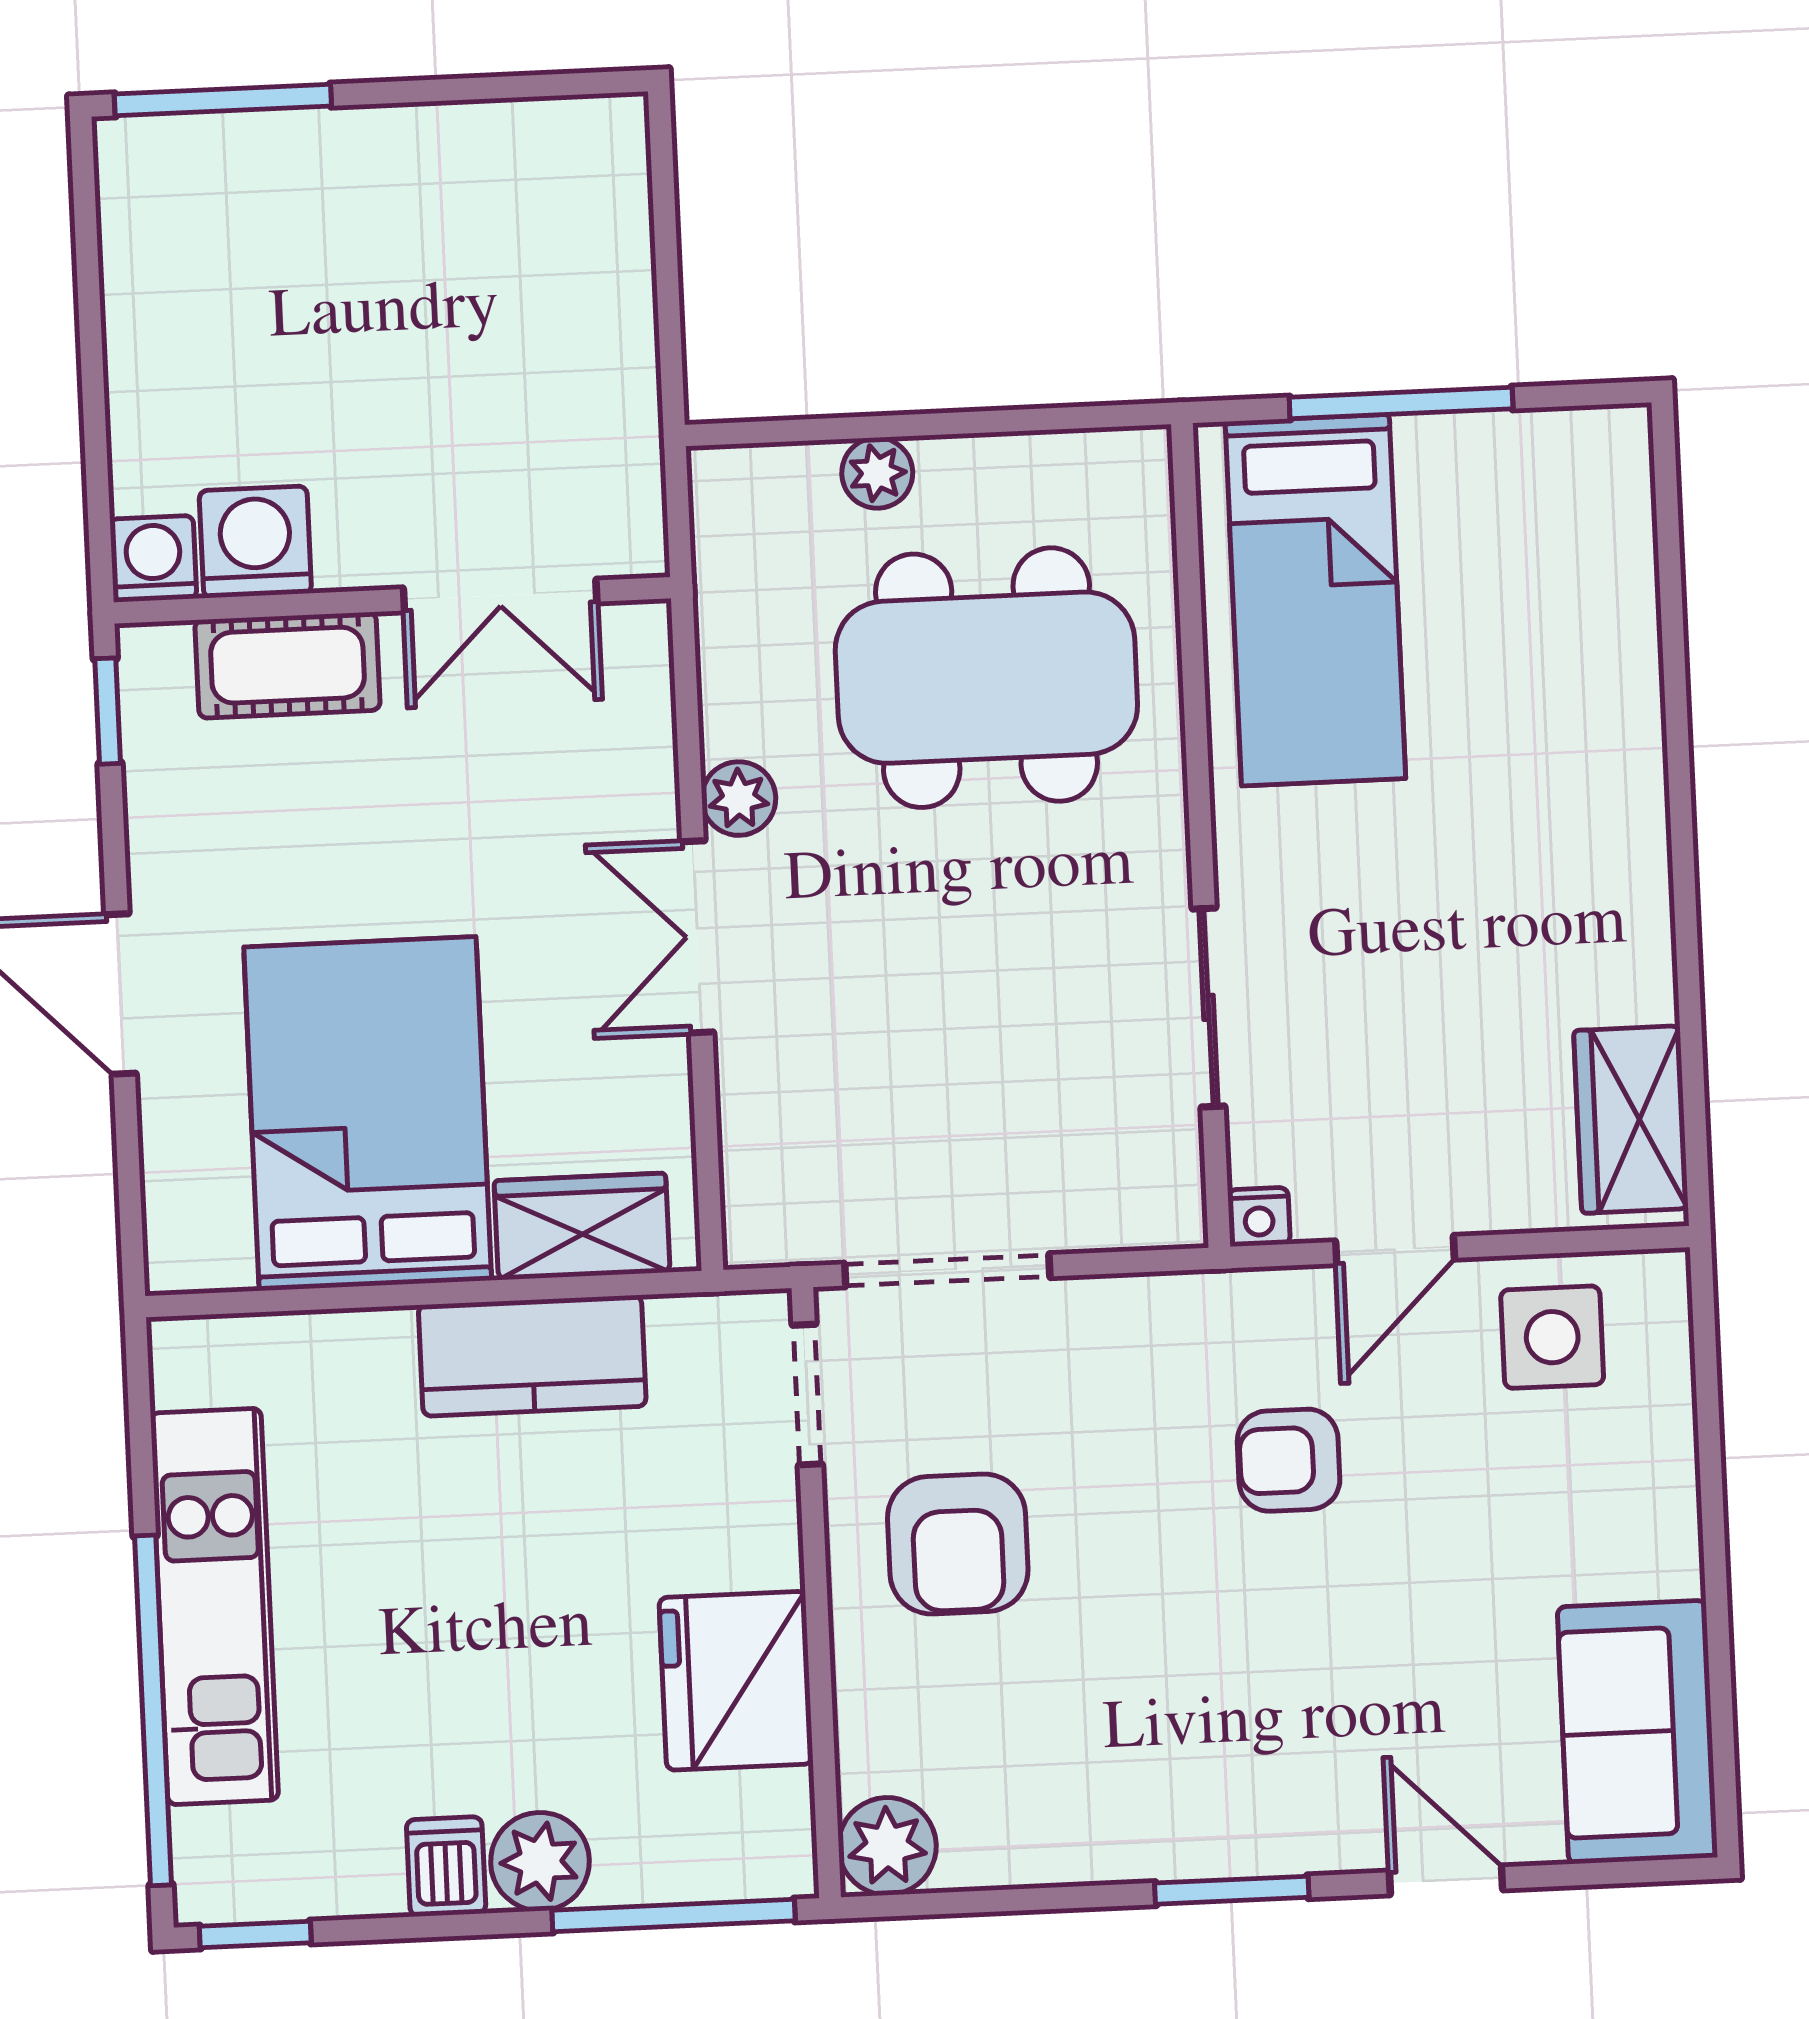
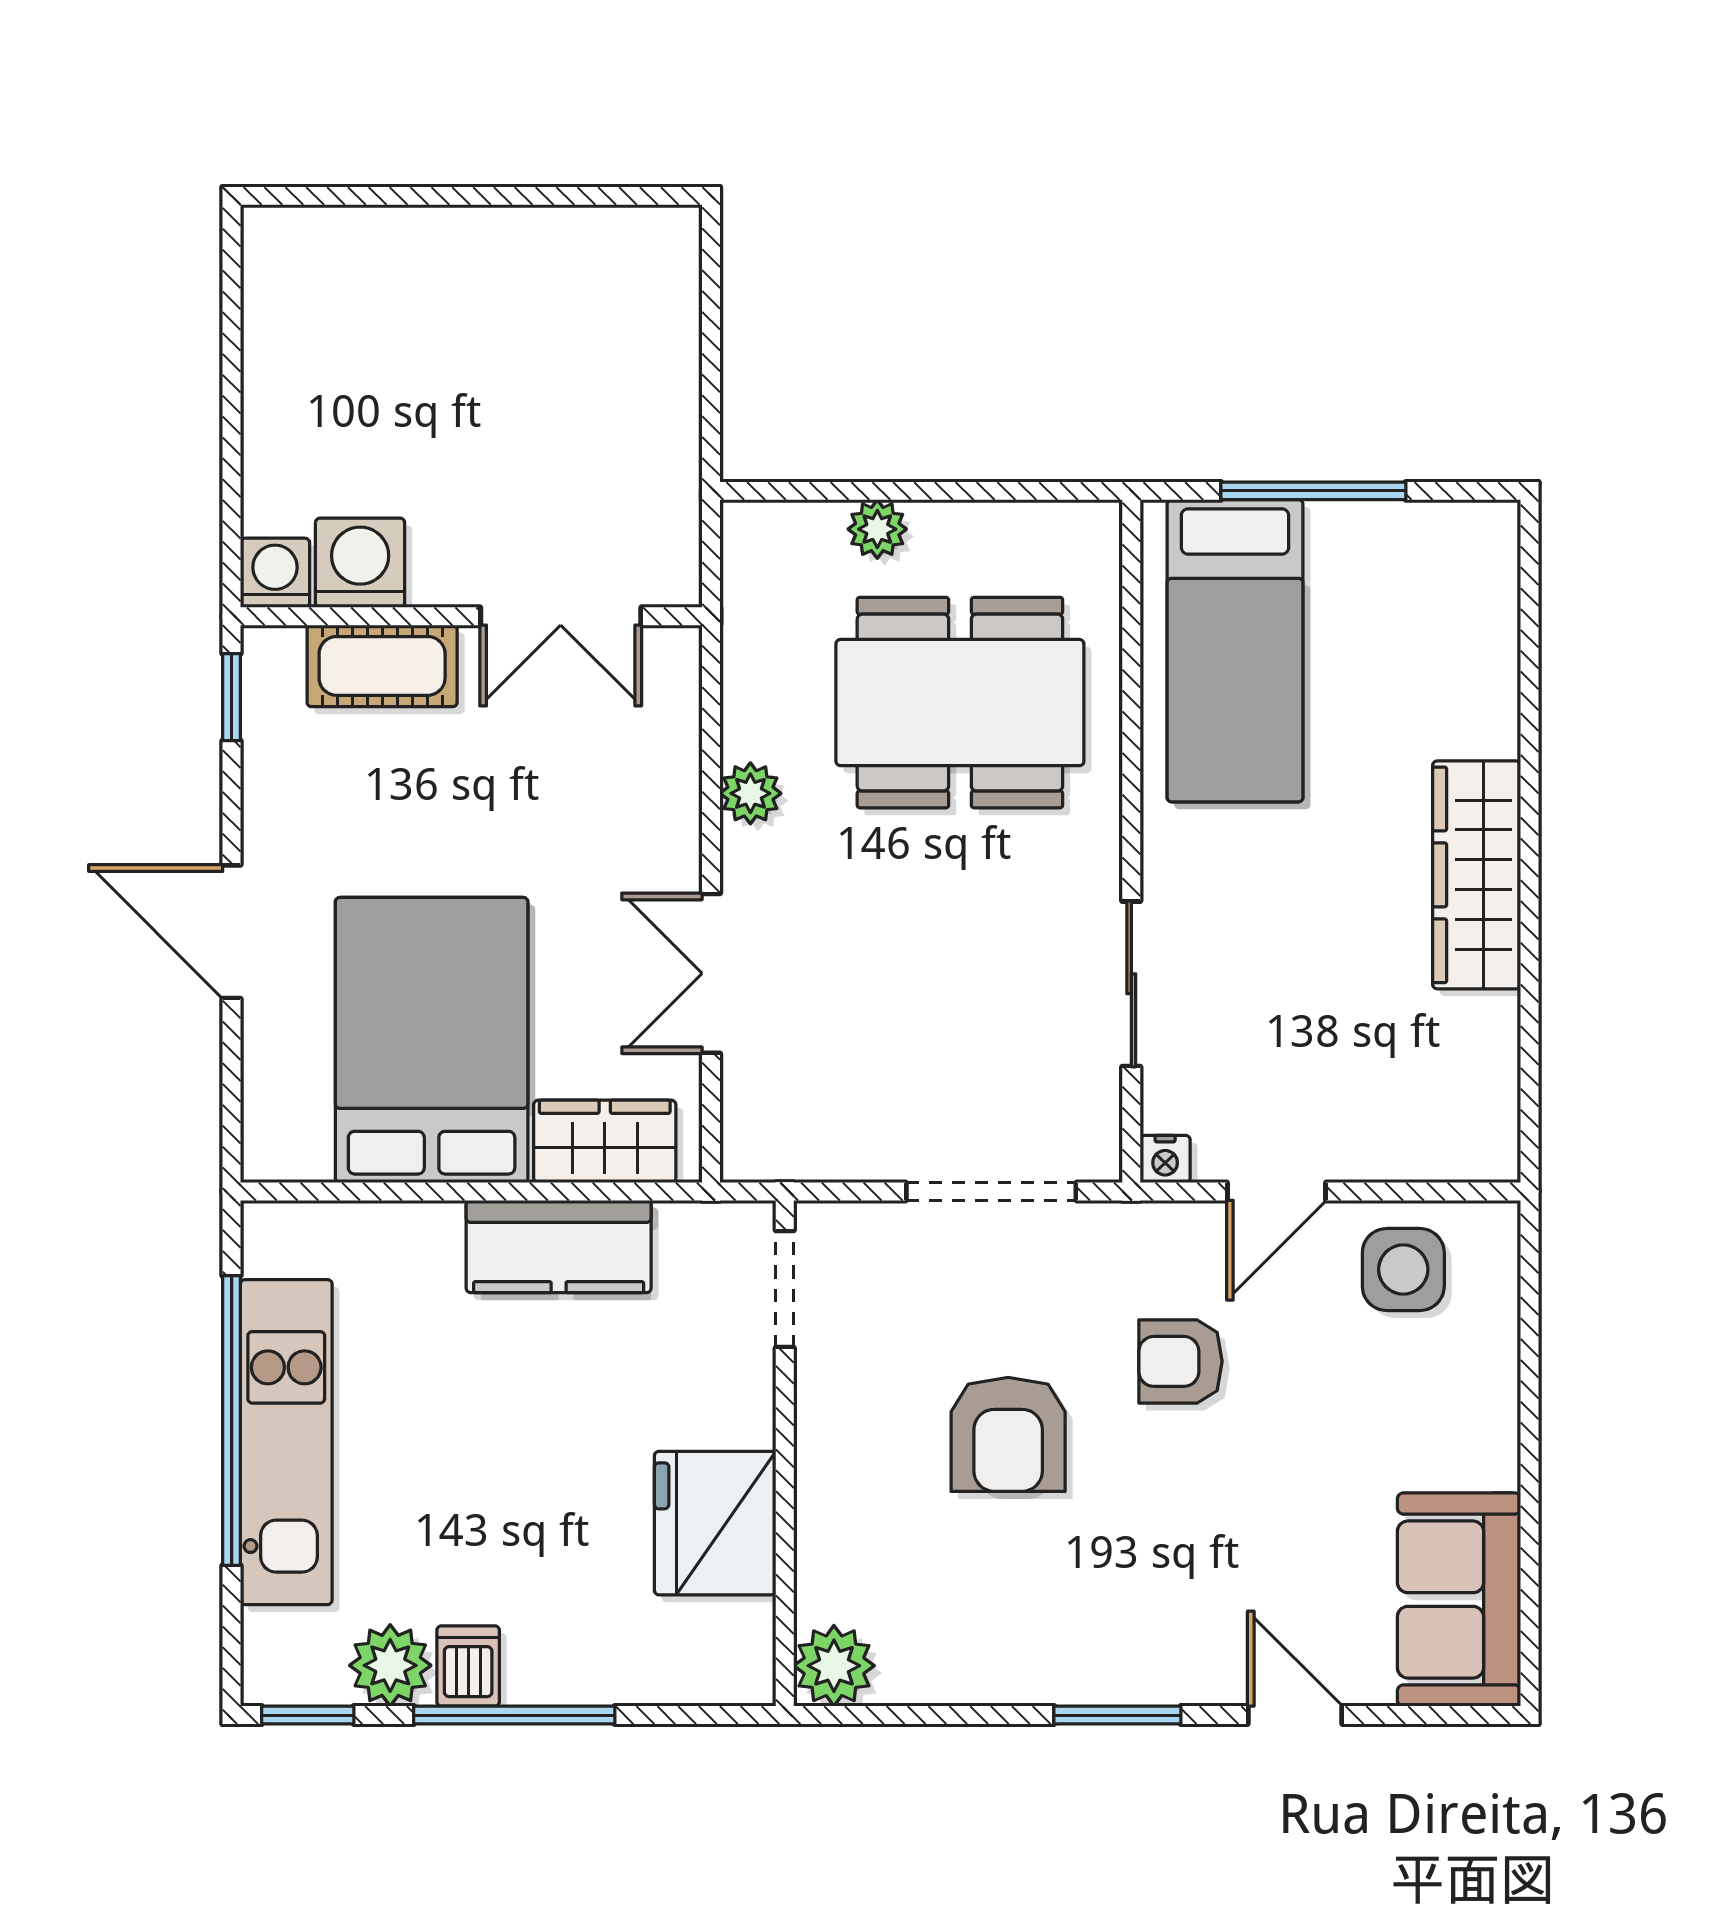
window: (223, 100) -> (350, 196), removed
double door: (697, 937) -> (711, 973), moved
wardrobe: (1631, 1120) -> (1477, 875), moved, width x1.50
doorway: (947, 1270) -> (991, 1191), moved
armchair: (958, 1544) -> (1008, 1434), moved
window: (153, 1710) -> (232, 1420), moved
plant: (540, 1862) -> (390, 1665), moved
window: (674, 1916) -> (514, 1715), moved

